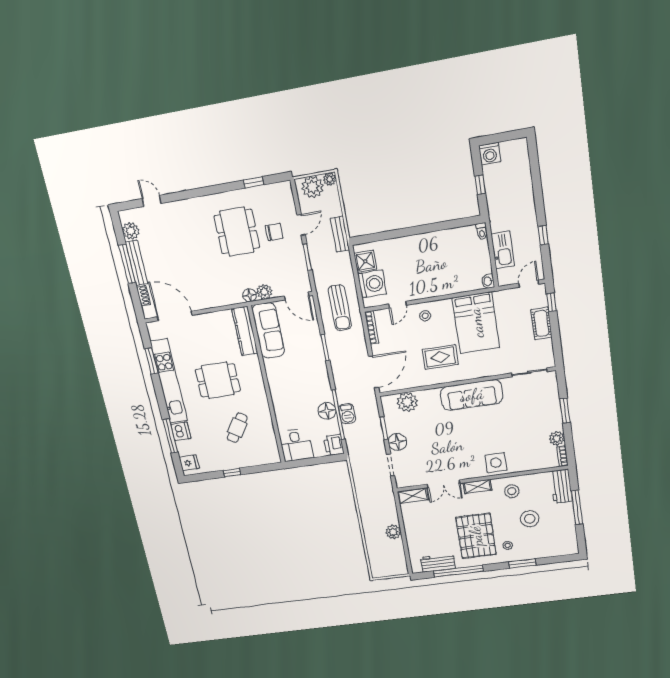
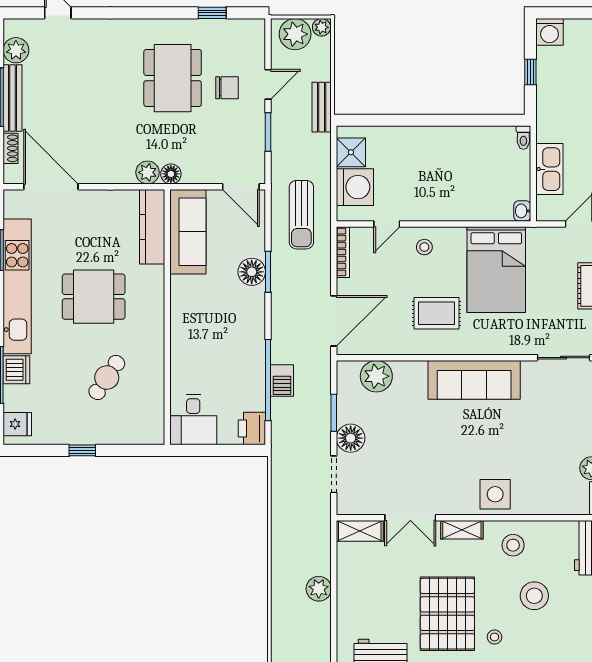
plant: (264, 292) -> (148, 172), moved
floor lamp: (327, 411) -> (252, 272), moved

